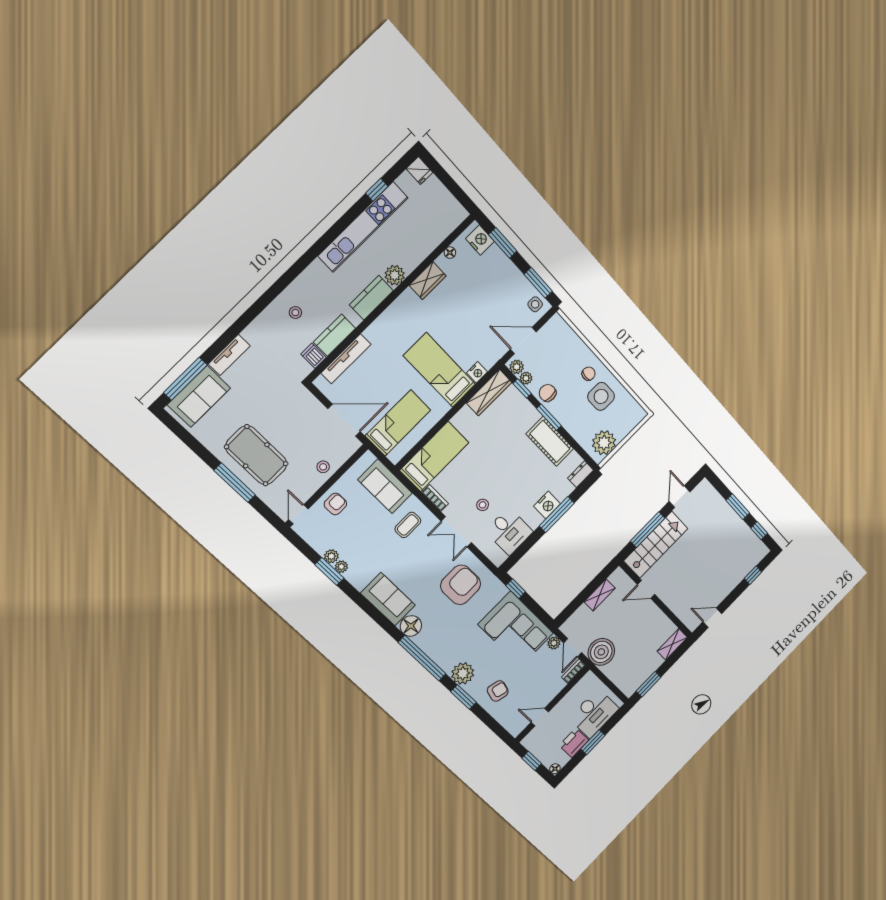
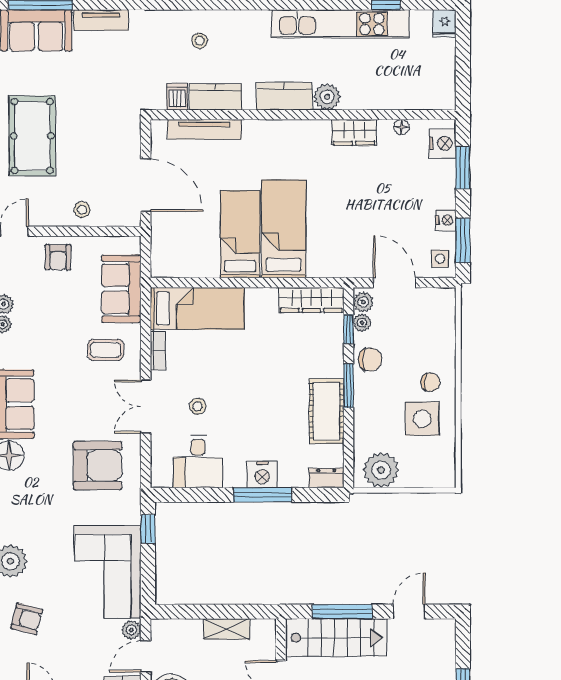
nightstand: (477, 372) -> (446, 220), moved, turned -90
chair: (548, 393) -> (370, 360), turned 90
bed: (398, 423) -> (240, 234), moved, turned -90
armchair: (335, 504) -> (58, 257), turned 90

